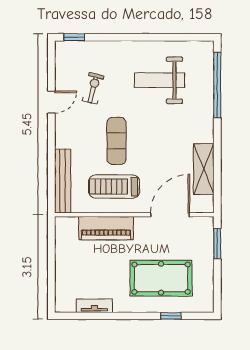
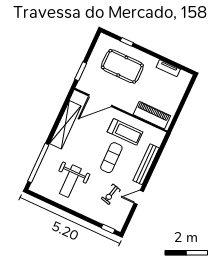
weight bench: (159, 80) -> (70, 181), turned 90
shelving: (204, 169) -> (65, 125), width x1.47
bench: (63, 181) -> (146, 164), moved
piano: (106, 228) -> (152, 115), moved

